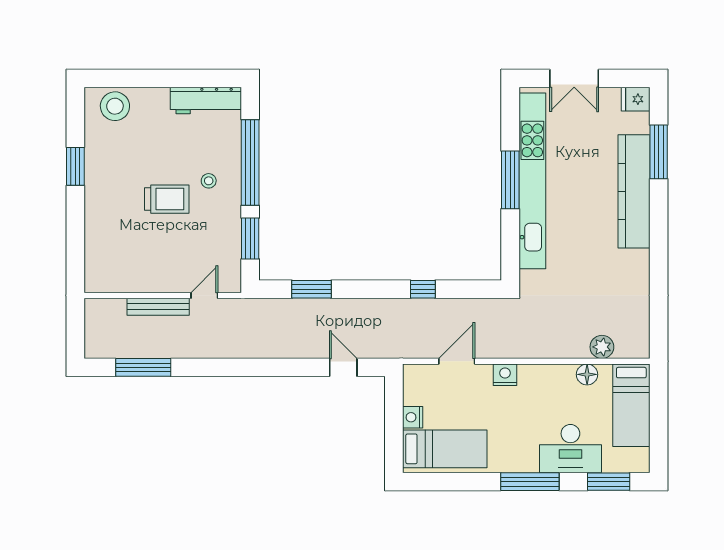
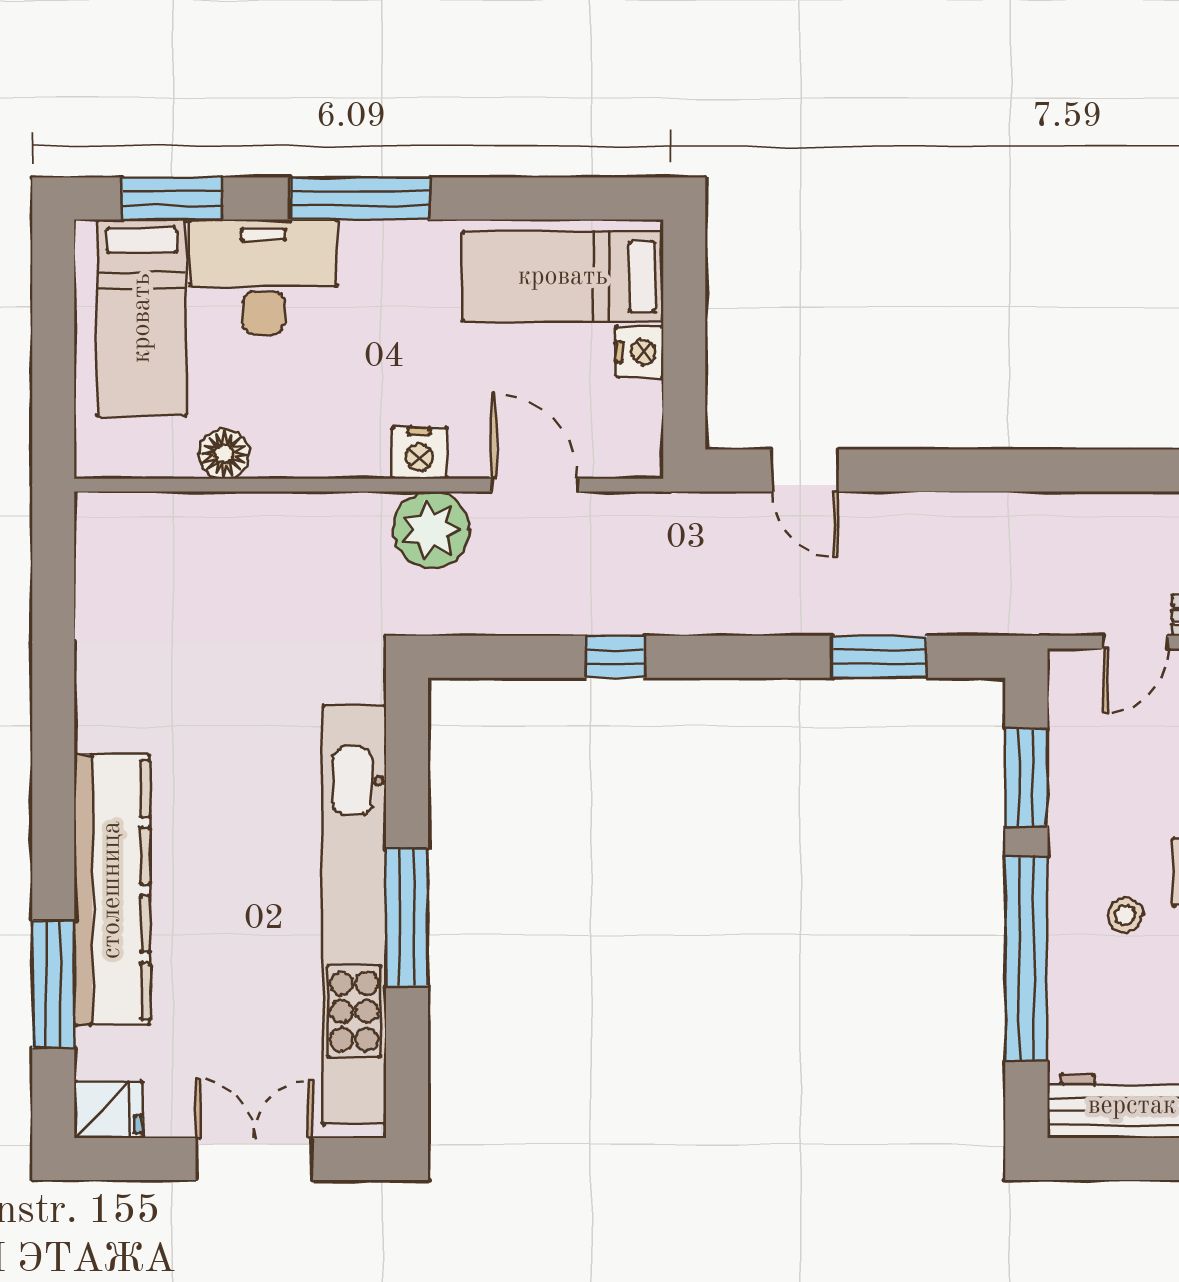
plant: (602, 347) -> (431, 530), moved, width x1.36, depth x1.36
door: (457, 361) -> (535, 485), swing flipped
bed: (631, 405) -> (142, 318), moved, turned 180

